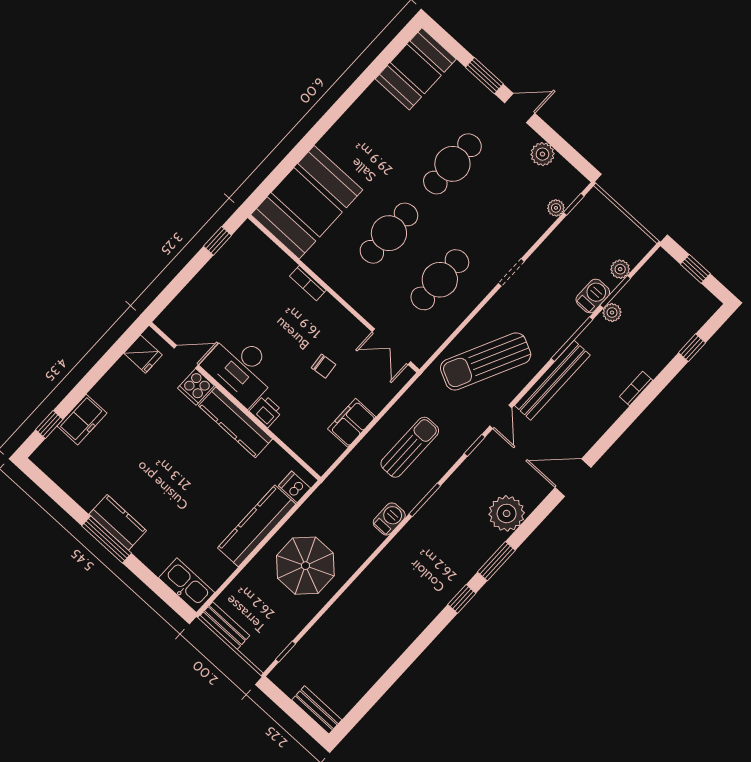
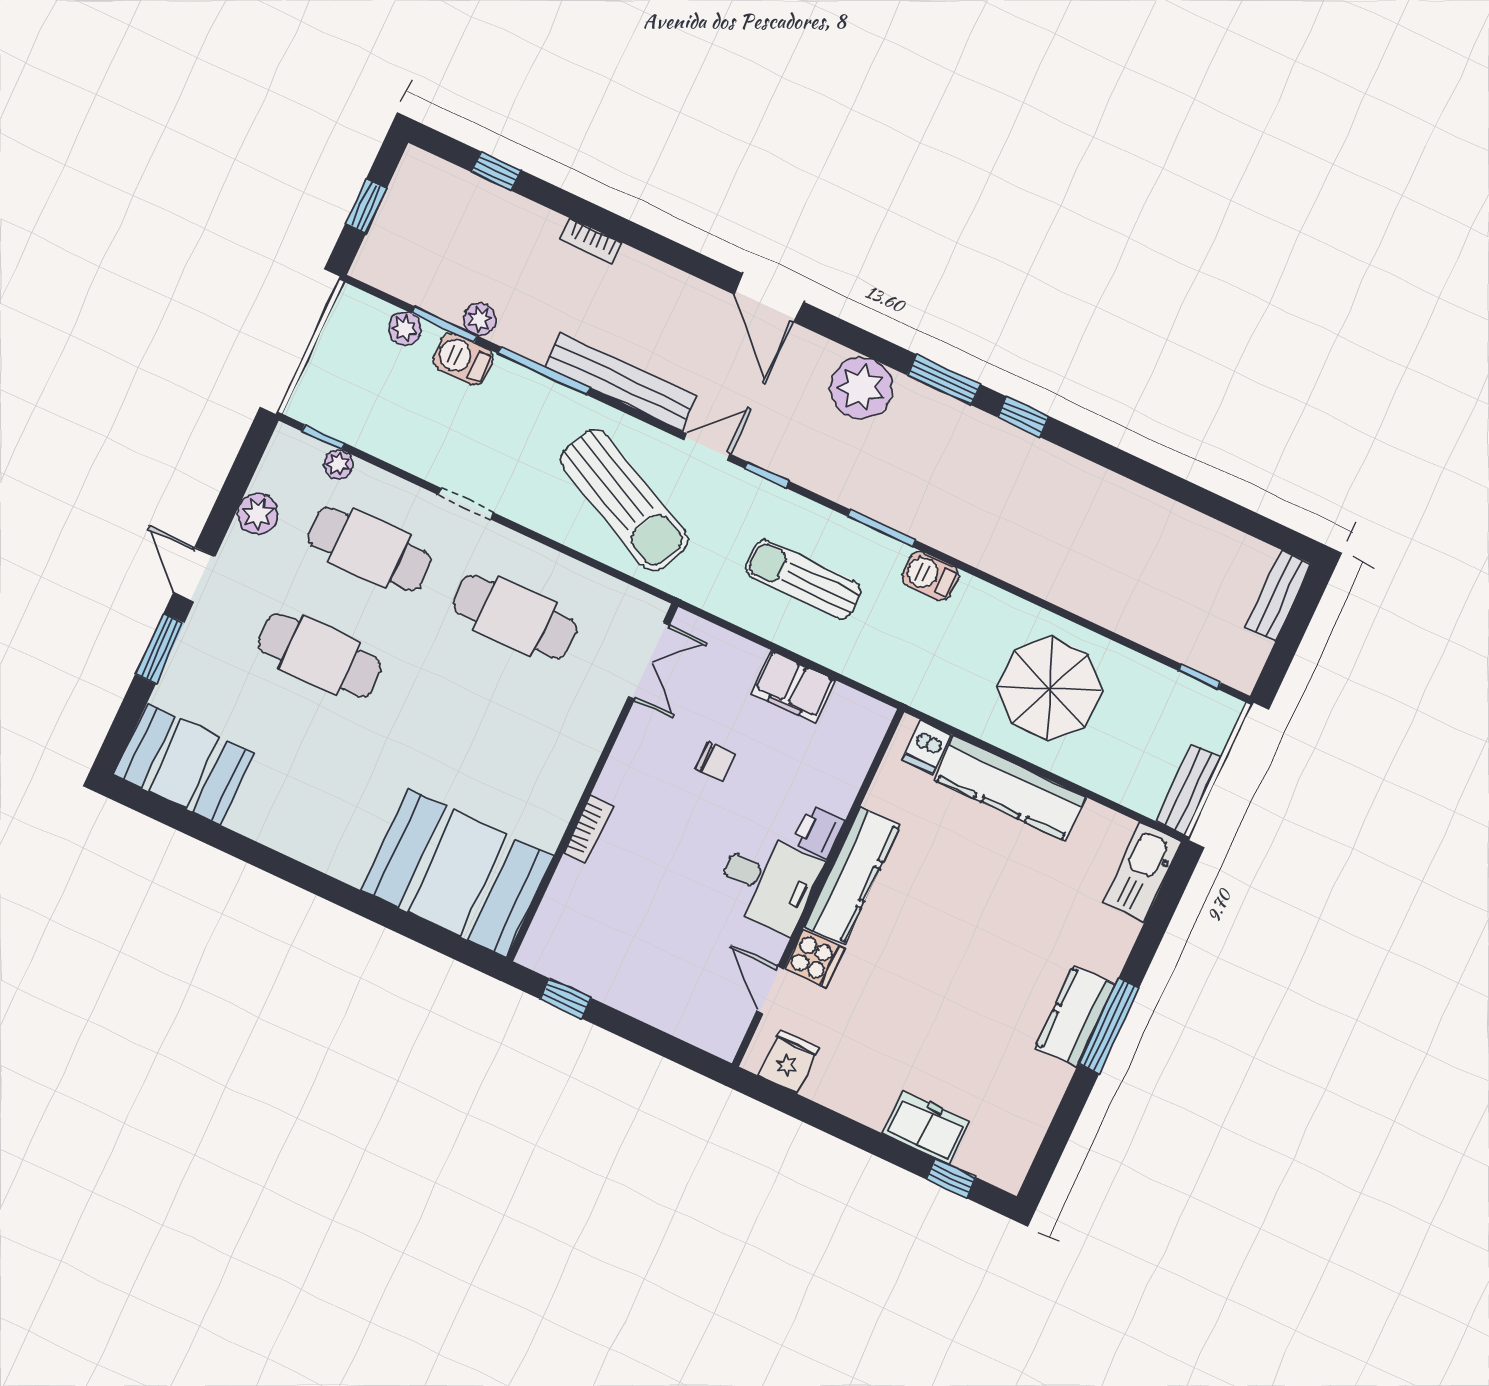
cafe table: (389, 233) -> (369, 549), moved
chair: (323, 366) -> (715, 762), turned 96
desk: (241, 368) -> (768, 881), width x0.73

